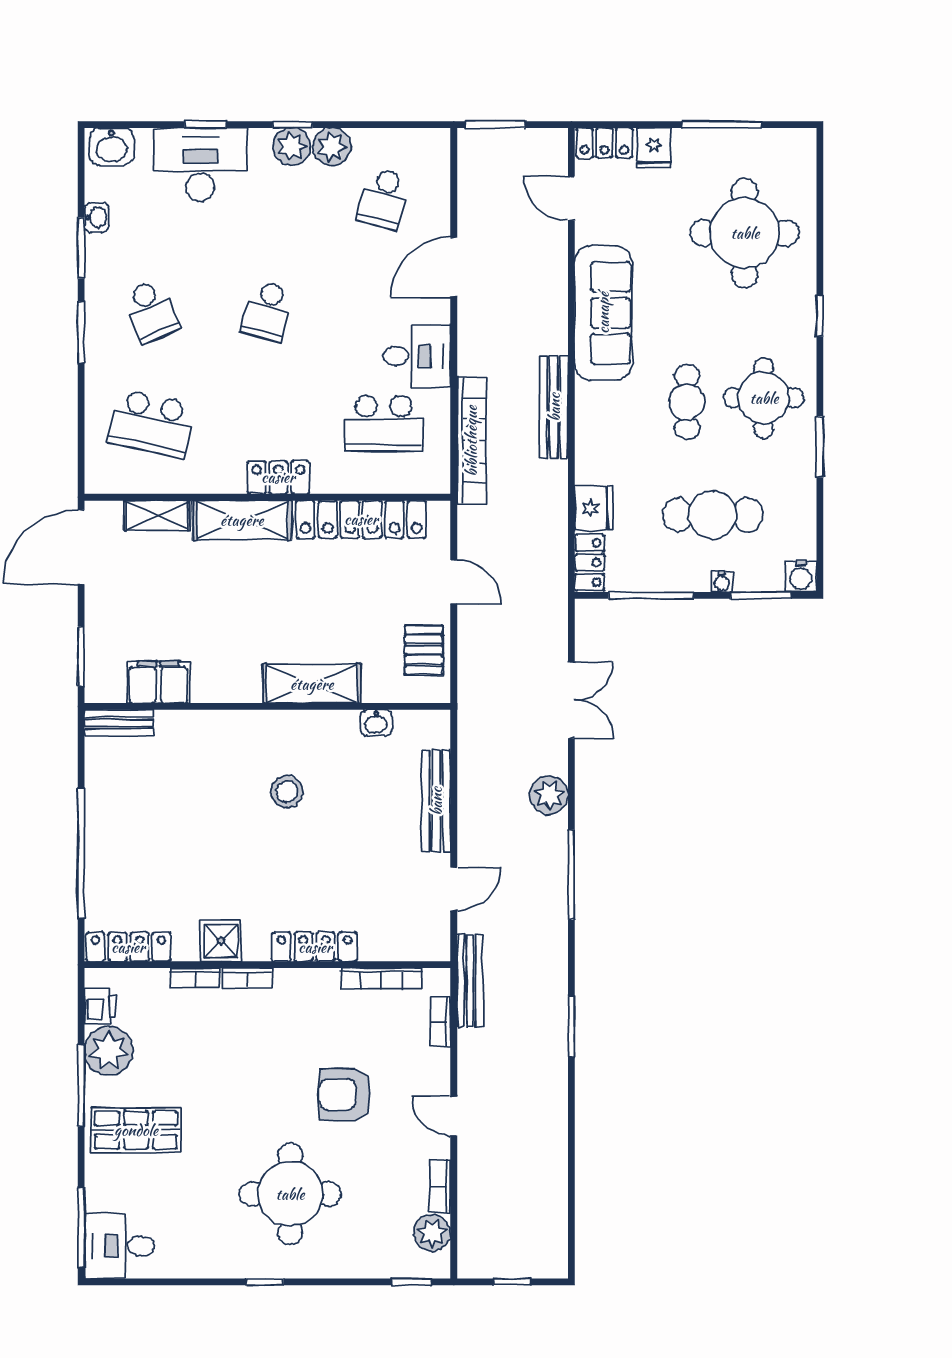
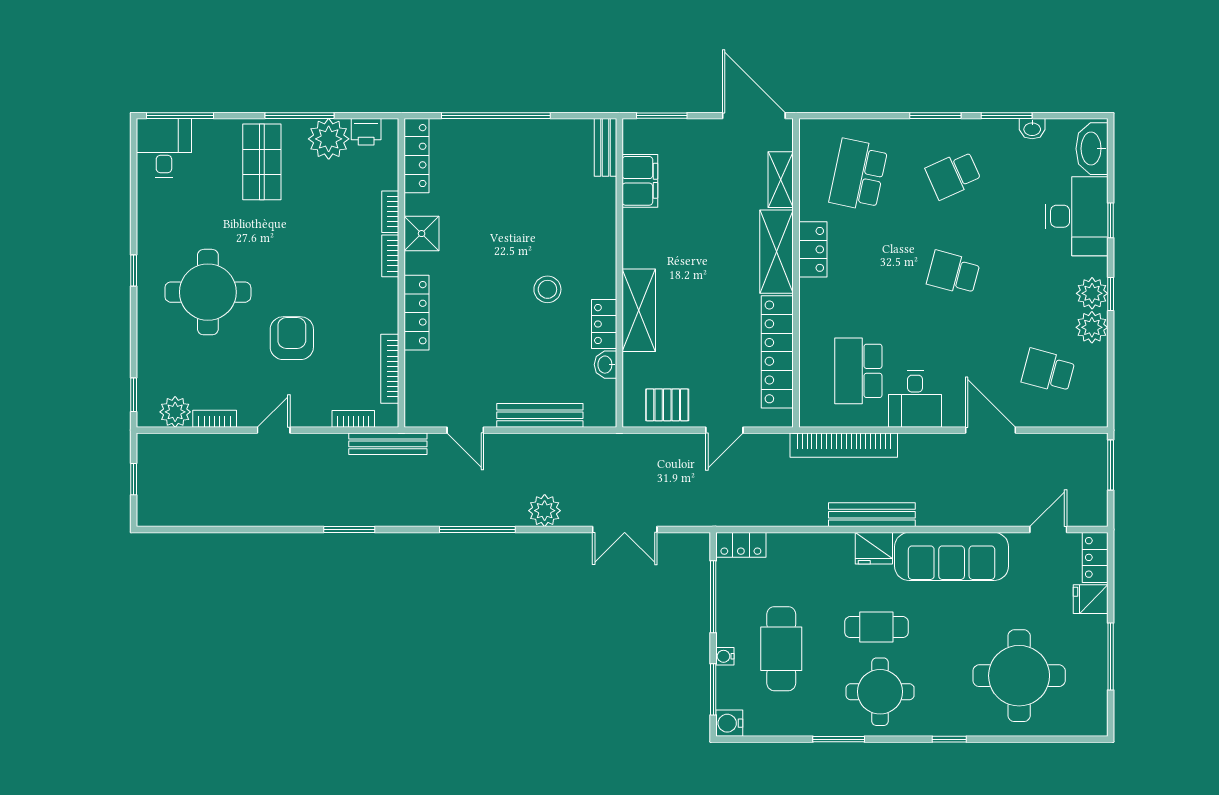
washbasin: (112, 147) -> (1092, 149), width x1.38
locker: (278, 477) -> (813, 249), moved
fridge: (594, 509) -> (874, 548), moved
locker: (328, 725) -> (604, 324), added

